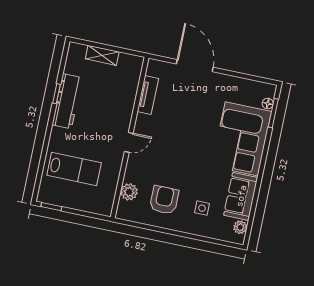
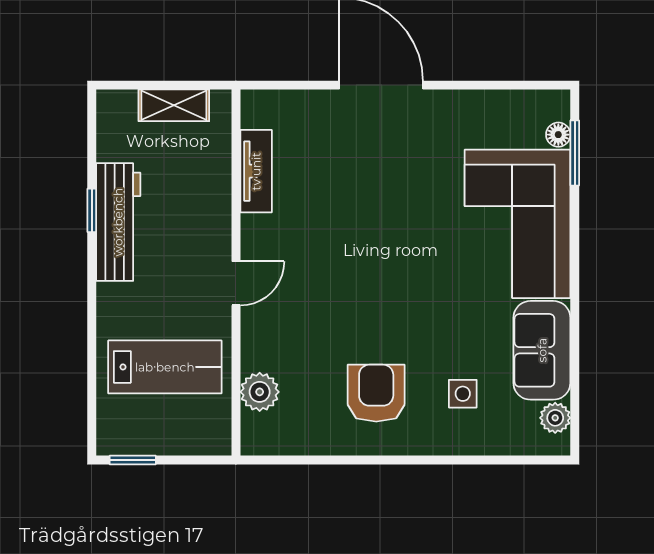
tv unit: (148, 95) -> (256, 171), moved
wall: (130, 138) -> (236, 273), moved
door: (129, 142) -> (236, 283), moved
plant: (129, 192) -> (260, 392), moved

